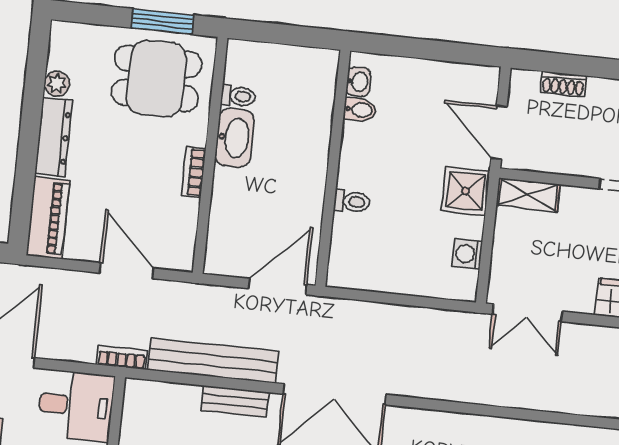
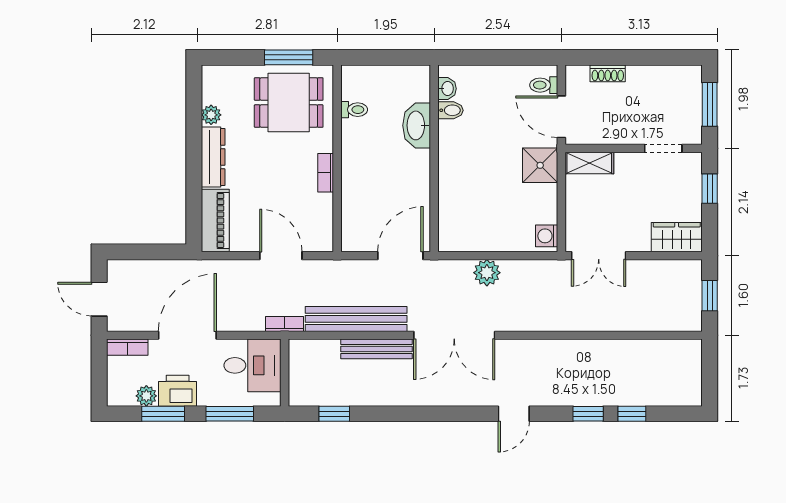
washbasin: (234, 138) -> (417, 125), moved, turned 180
toilet: (352, 202) -> (544, 85), moved, turned 180
washing machine: (467, 254) -> (547, 236), moved
plant: (384, 320) -> (487, 273), added
bench: (235, 401) -> (377, 349), width x1.36

